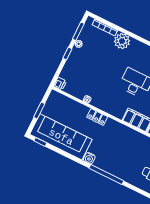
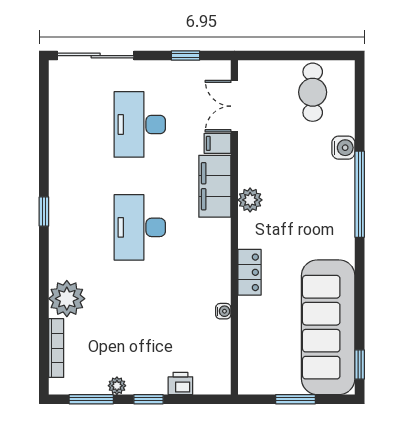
printer: (60, 84) -> (180, 383), moved
plant: (125, 131) -> (250, 200), added
water cooler: (89, 158) -> (343, 148), moved

